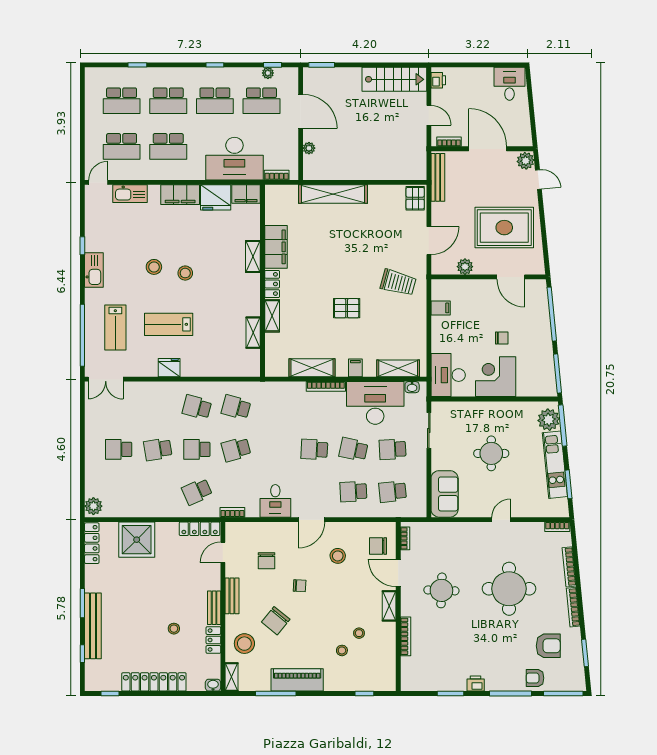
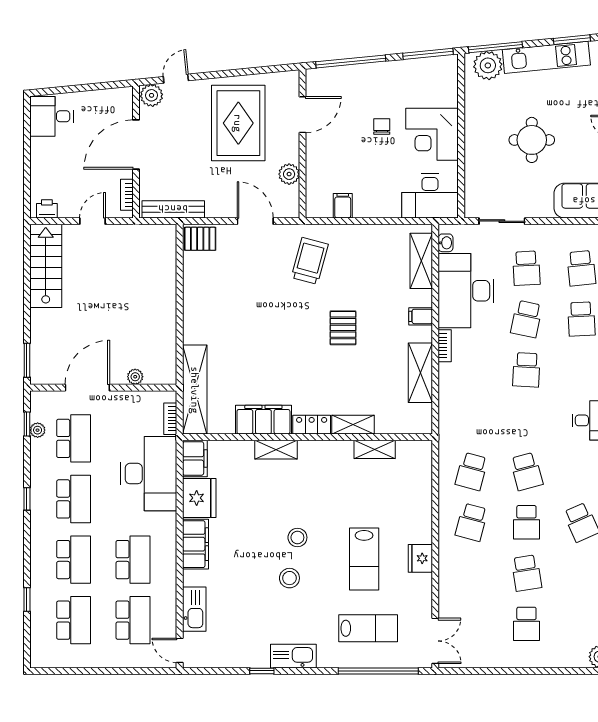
shelving: (333, 194) -> (195, 390), moved
bookcase: (326, 386) -> (445, 346), width x0.64

